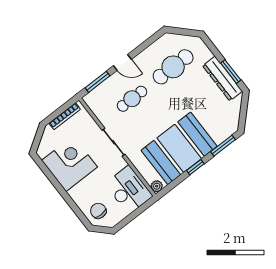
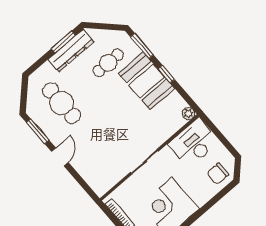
window: (97, 82) -> (38, 131), moved
cafe table: (132, 99) -> (108, 63), moved, turned 90
booth: (179, 148) -> (147, 81), width x0.73, depth x0.70

